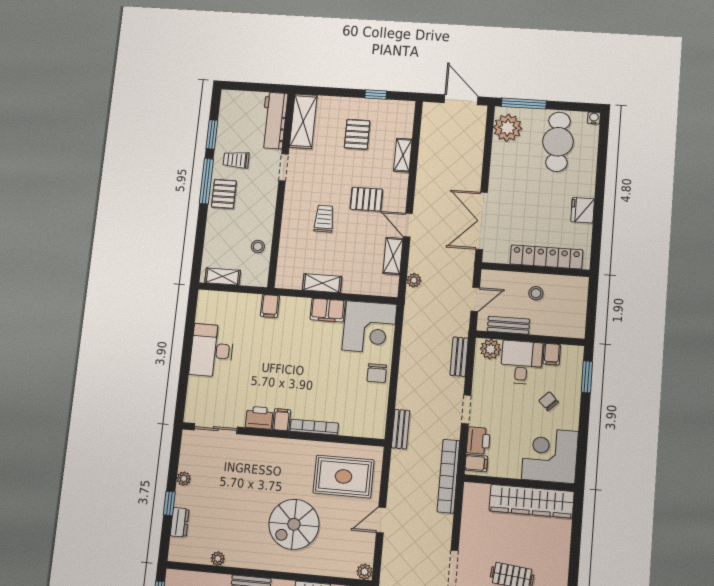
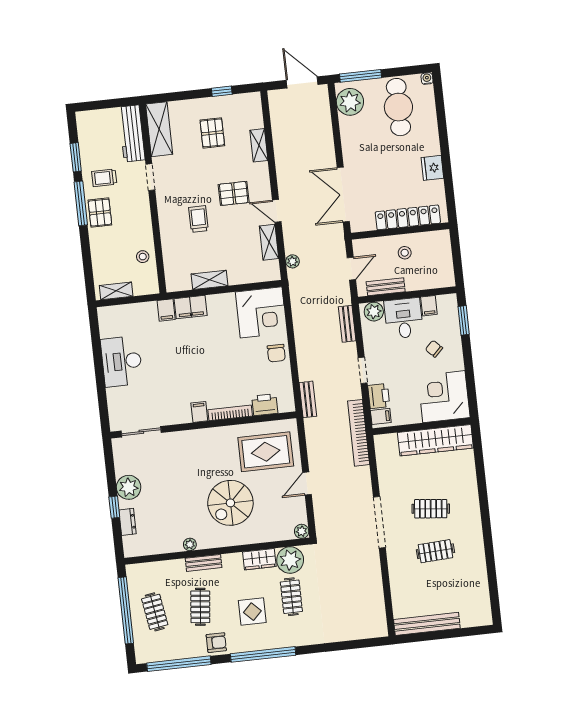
filing cabinet: (328, 310) -> (191, 307), moved
printer: (259, 418) -> (265, 405), moved
plant: (184, 479) -> (129, 487), width x1.88, depth x1.88
plant: (218, 559) -> (190, 544), moved

